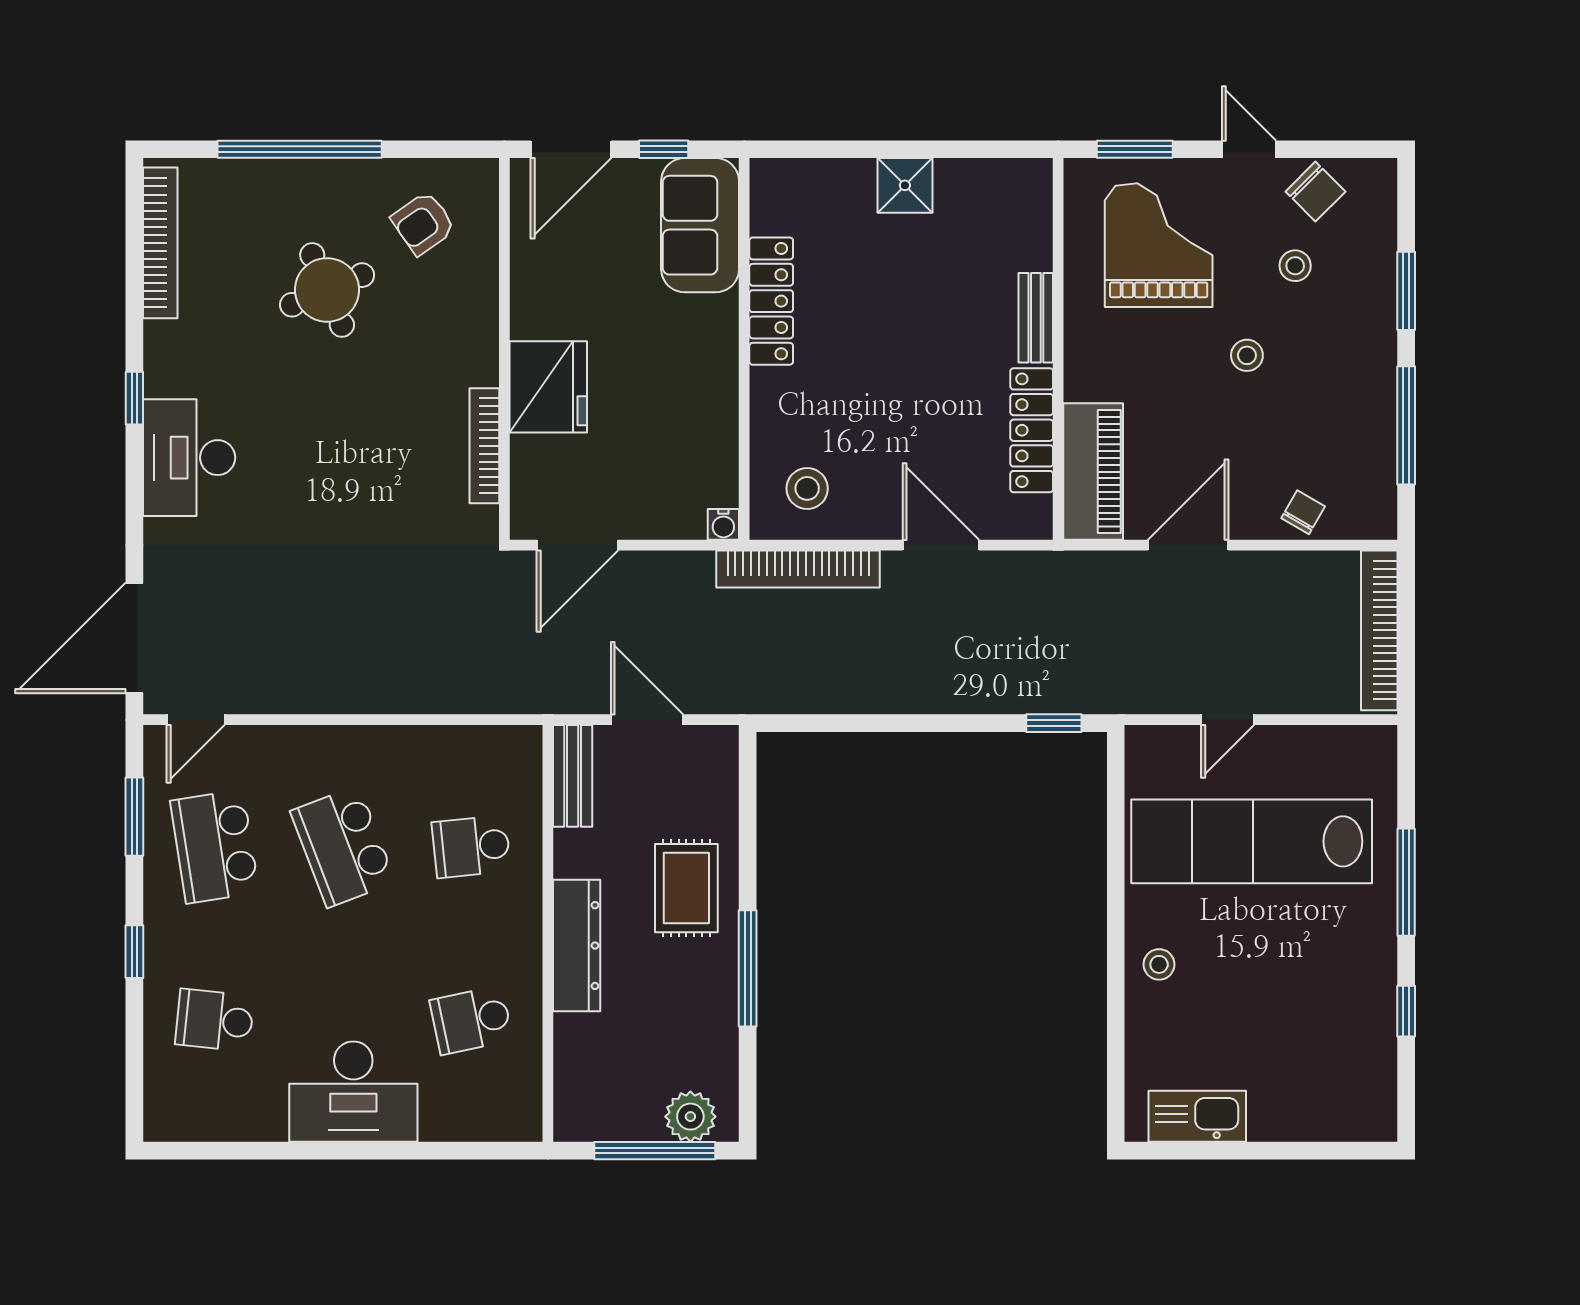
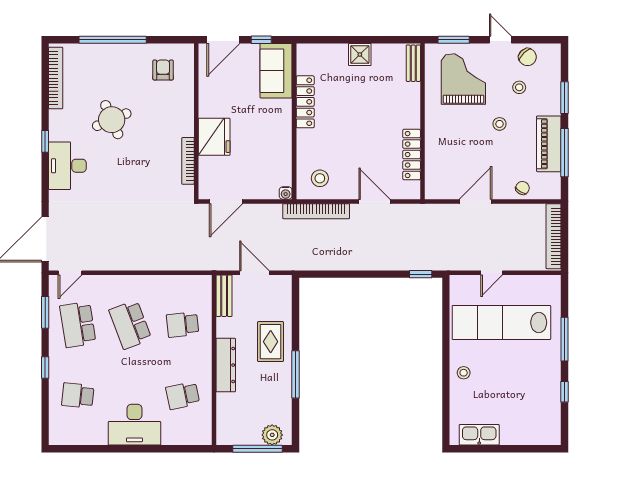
armchair: (423, 223) -> (163, 70), turned 125
round table: (327, 290) -> (112, 120), moved
bench: (1036, 318) -> (413, 63), moved
piano: (1093, 472) -> (549, 144), moved, turned 180

